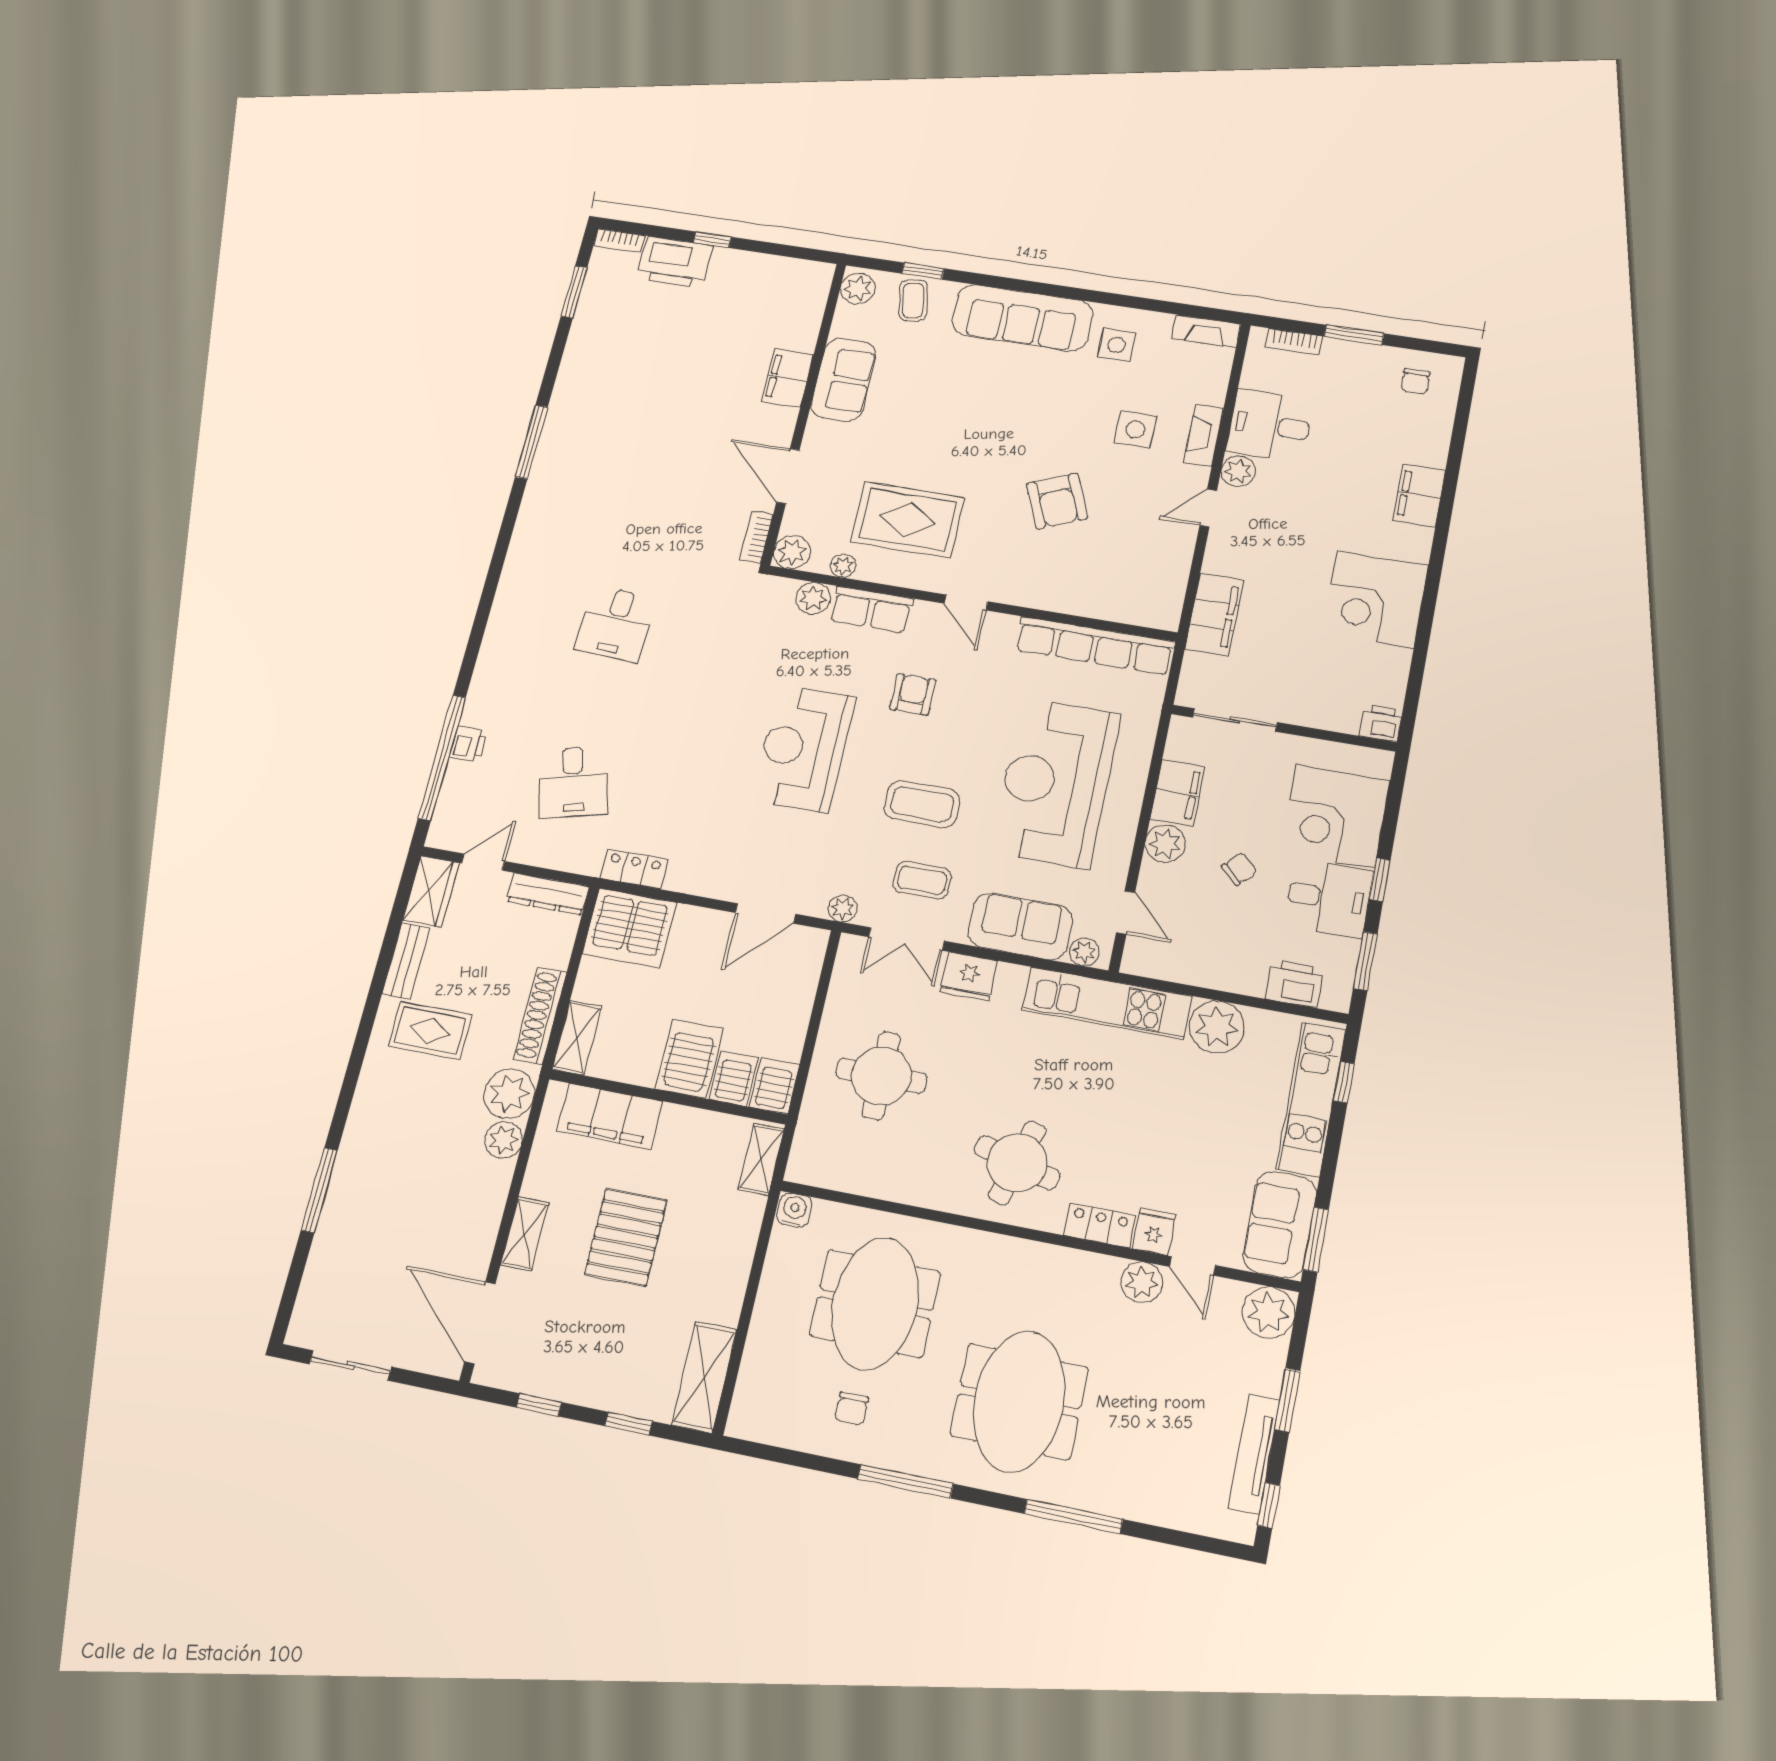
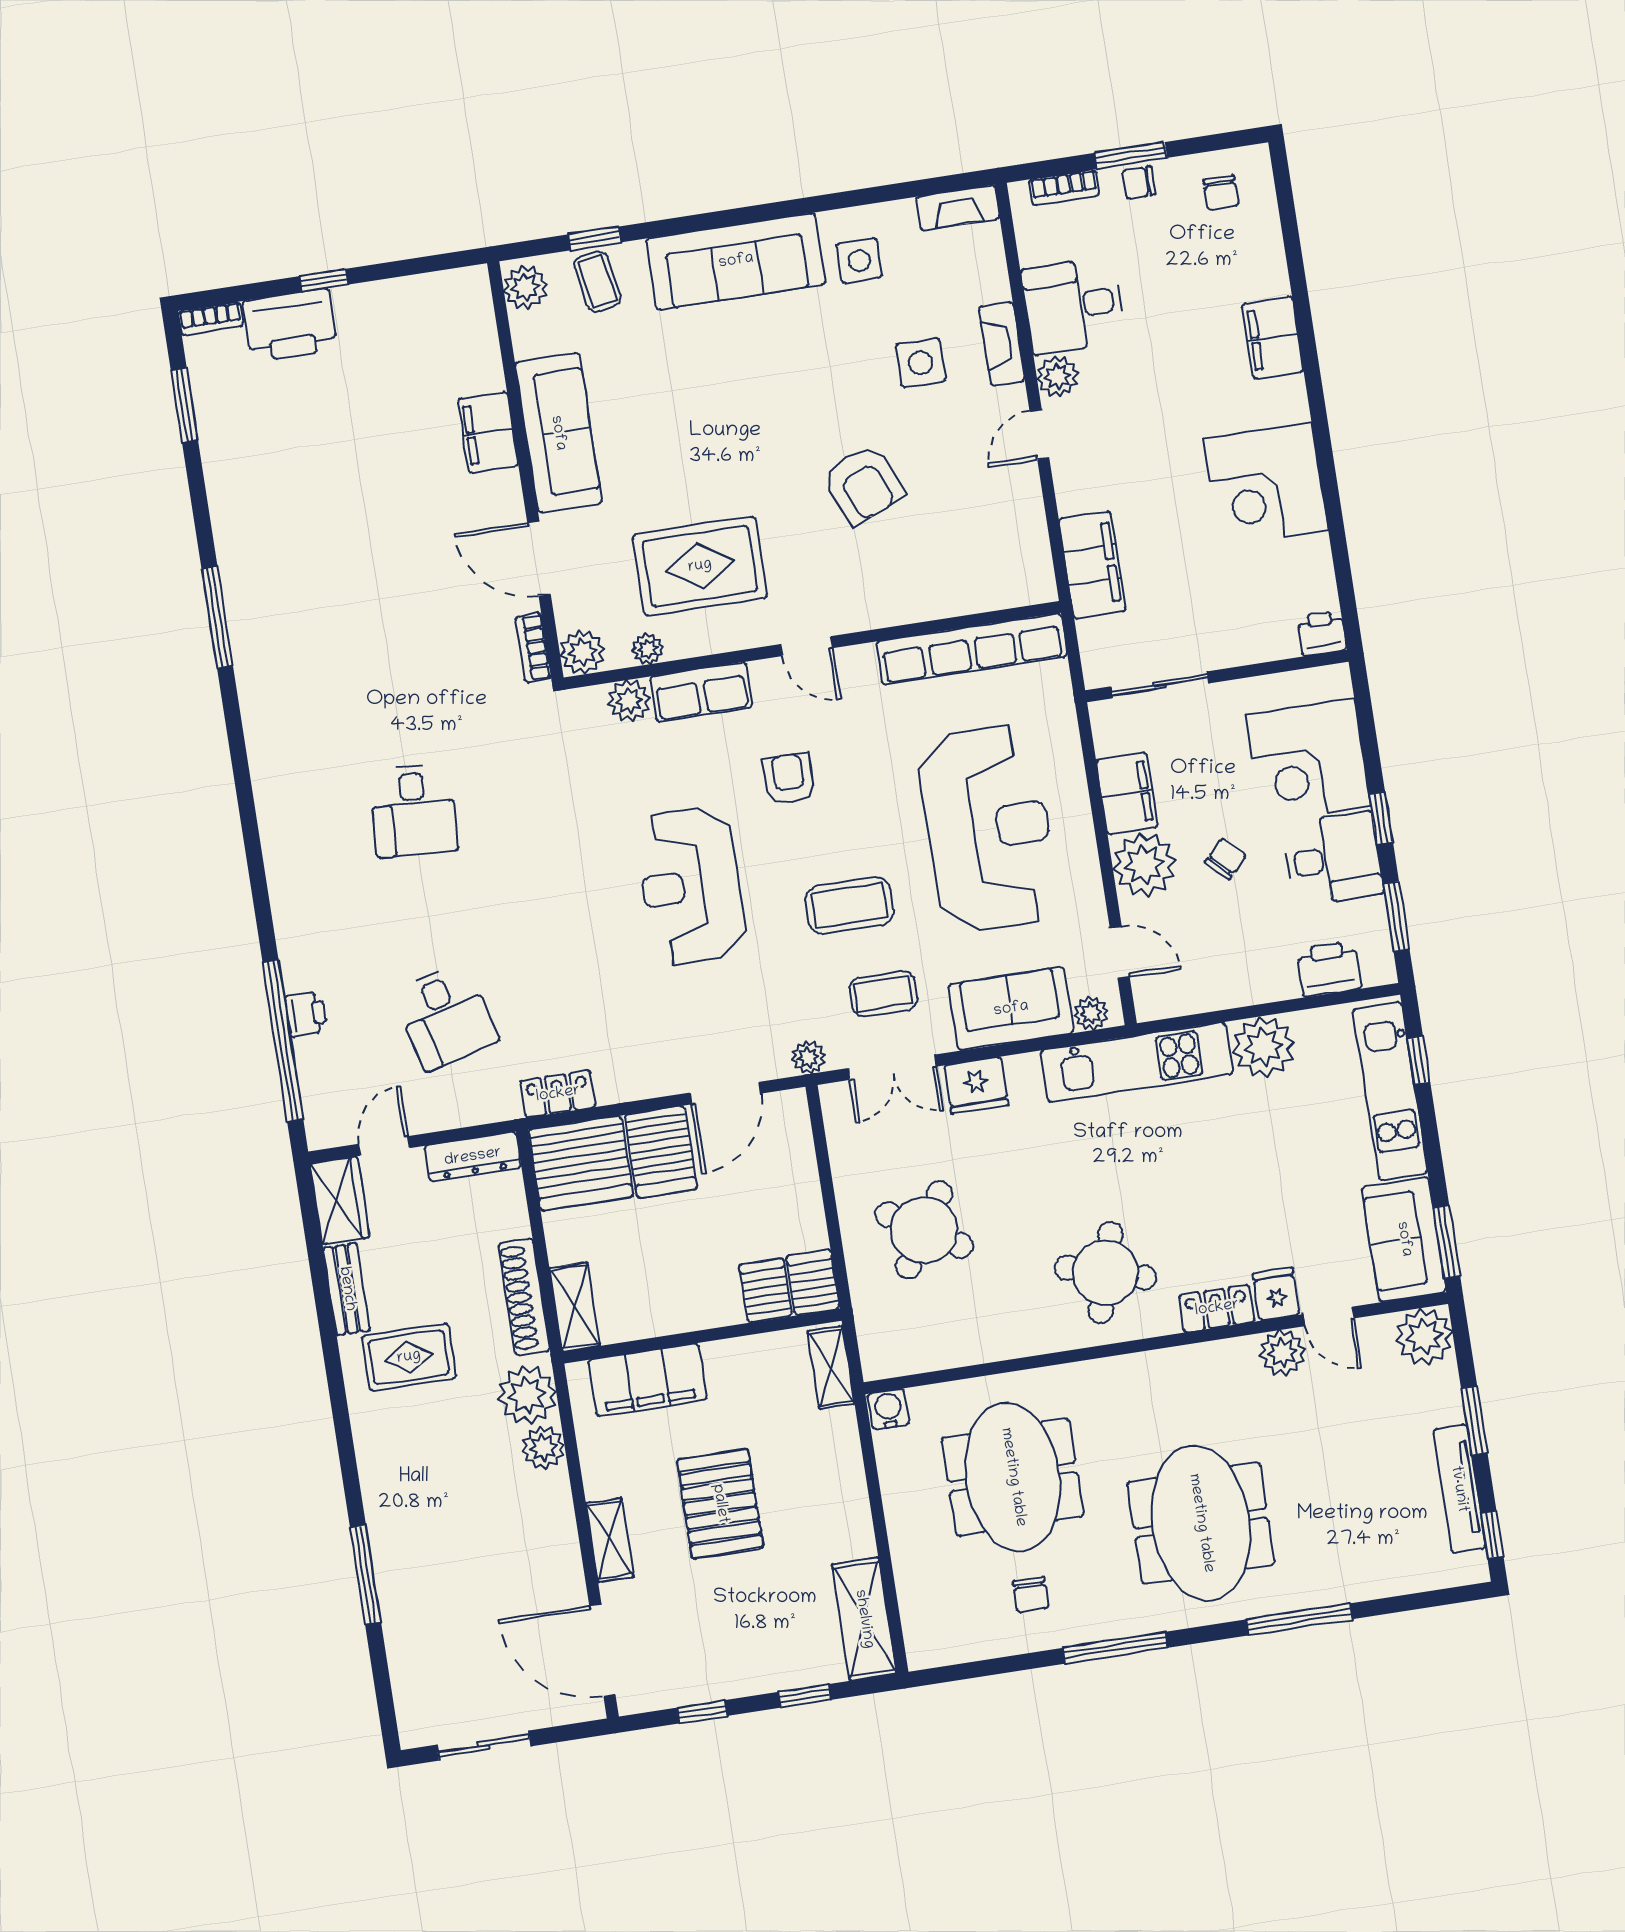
chair: (1353, 355) -> (1139, 183), added
sofa: (844, 380) -> (558, 433), width x1.36
reception desk: (1056, 783) -> (988, 829), turned 180
plant: (1165, 844) -> (1144, 865), width x1.36, depth x1.36
server rack: (689, 1059) -> (661, 1152), moved, turned 180
round table: (881, 1076) -> (924, 1230), turned 32

